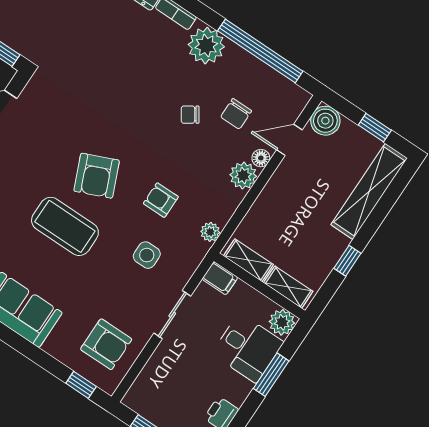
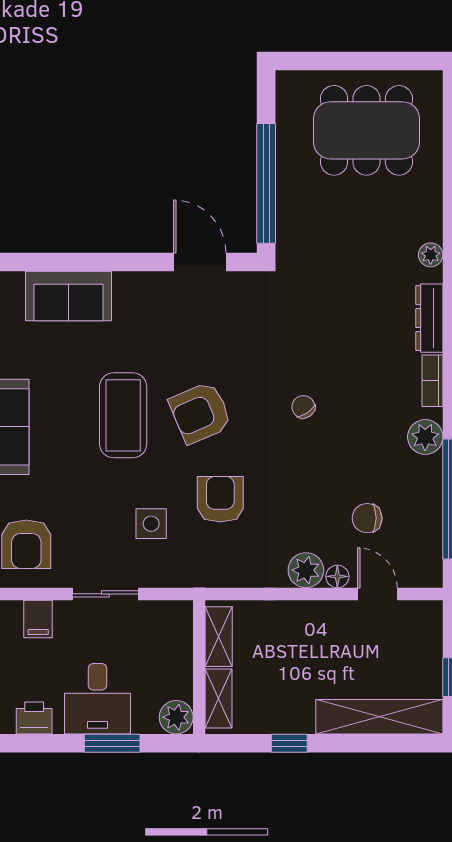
plant: (206, 46) -> (425, 437), width x0.73, depth x0.73
chair: (190, 115) -> (303, 407), moved
boiler: (325, 121) -> (424, 619), removed
armchair: (161, 200) -> (220, 499), width x1.38, depth x1.38
plant: (210, 232) -> (222, 575), removed
filing cabinet: (220, 278) -> (38, 619), moved
desk: (248, 348) -> (97, 699), moved

